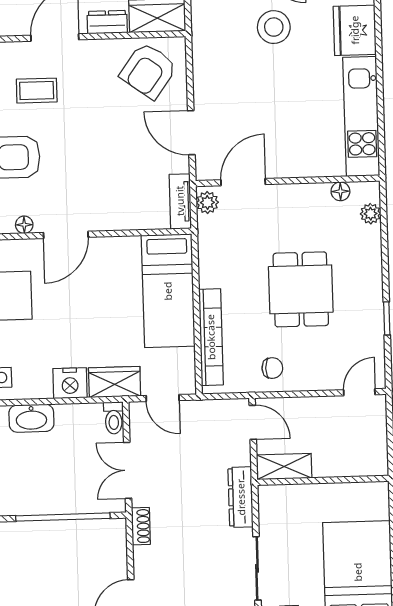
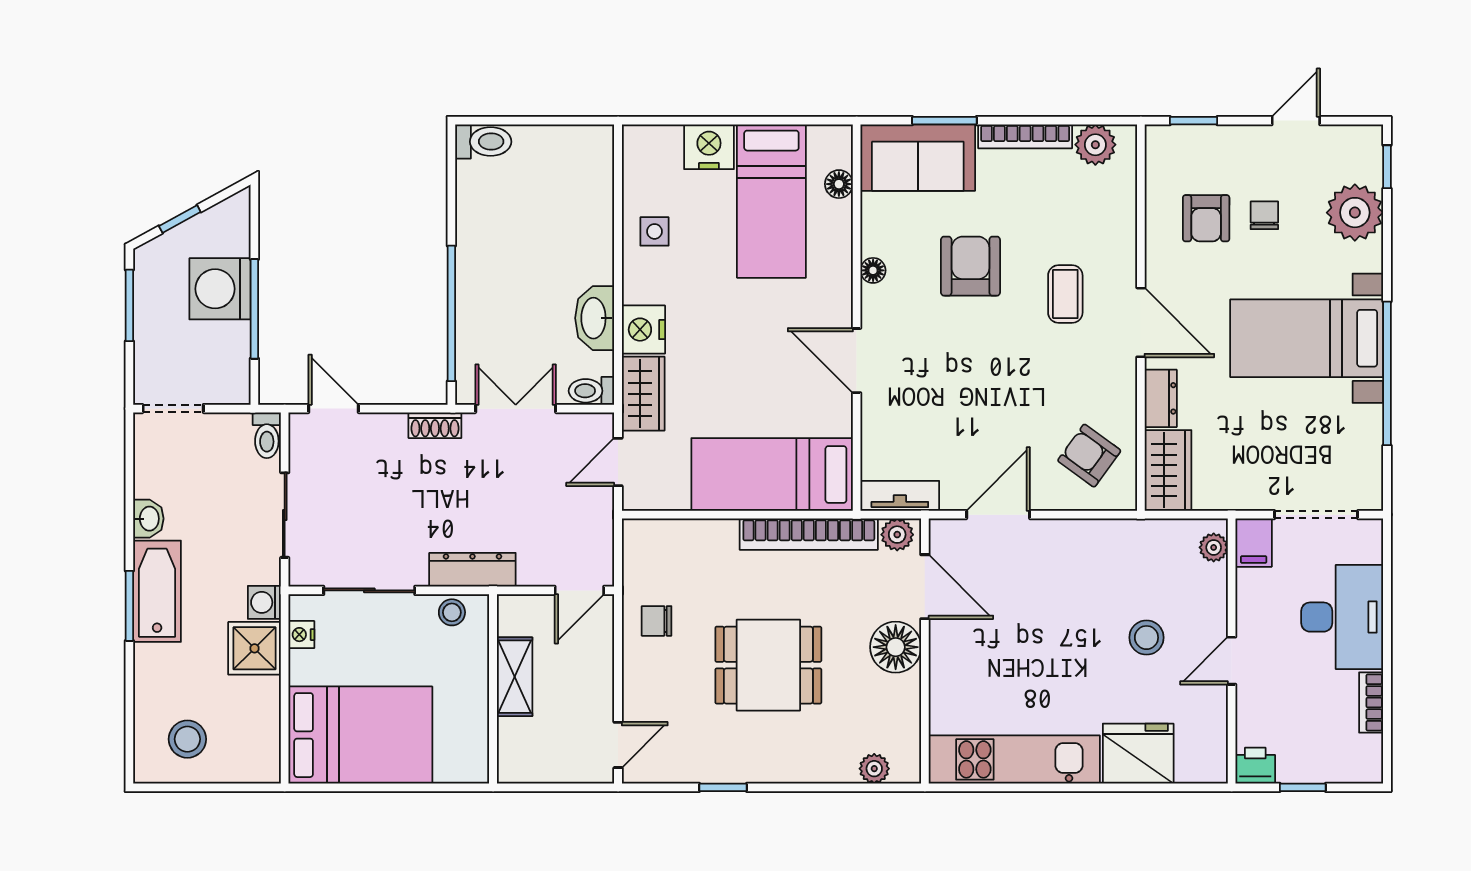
stool: (274, 27) -> (1146, 638), width x0.73, depth x0.73
armchair: (148, 71) -> (1089, 456), width x0.72, depth x0.72
floor lamp: (340, 191) -> (896, 647), moved, width x1.89, depth x1.89
door: (66, 235) -> (857, 361), moved
bookcase: (211, 337) -> (809, 534), moved
chair: (272, 368) -> (657, 621), turned 90
door: (359, 392) -> (618, 745), hinge flipped
washbasin: (31, 418) -> (595, 318), moved
shelving: (284, 466) -> (515, 677), moved
stool: (271, 510) -> (452, 612), added

